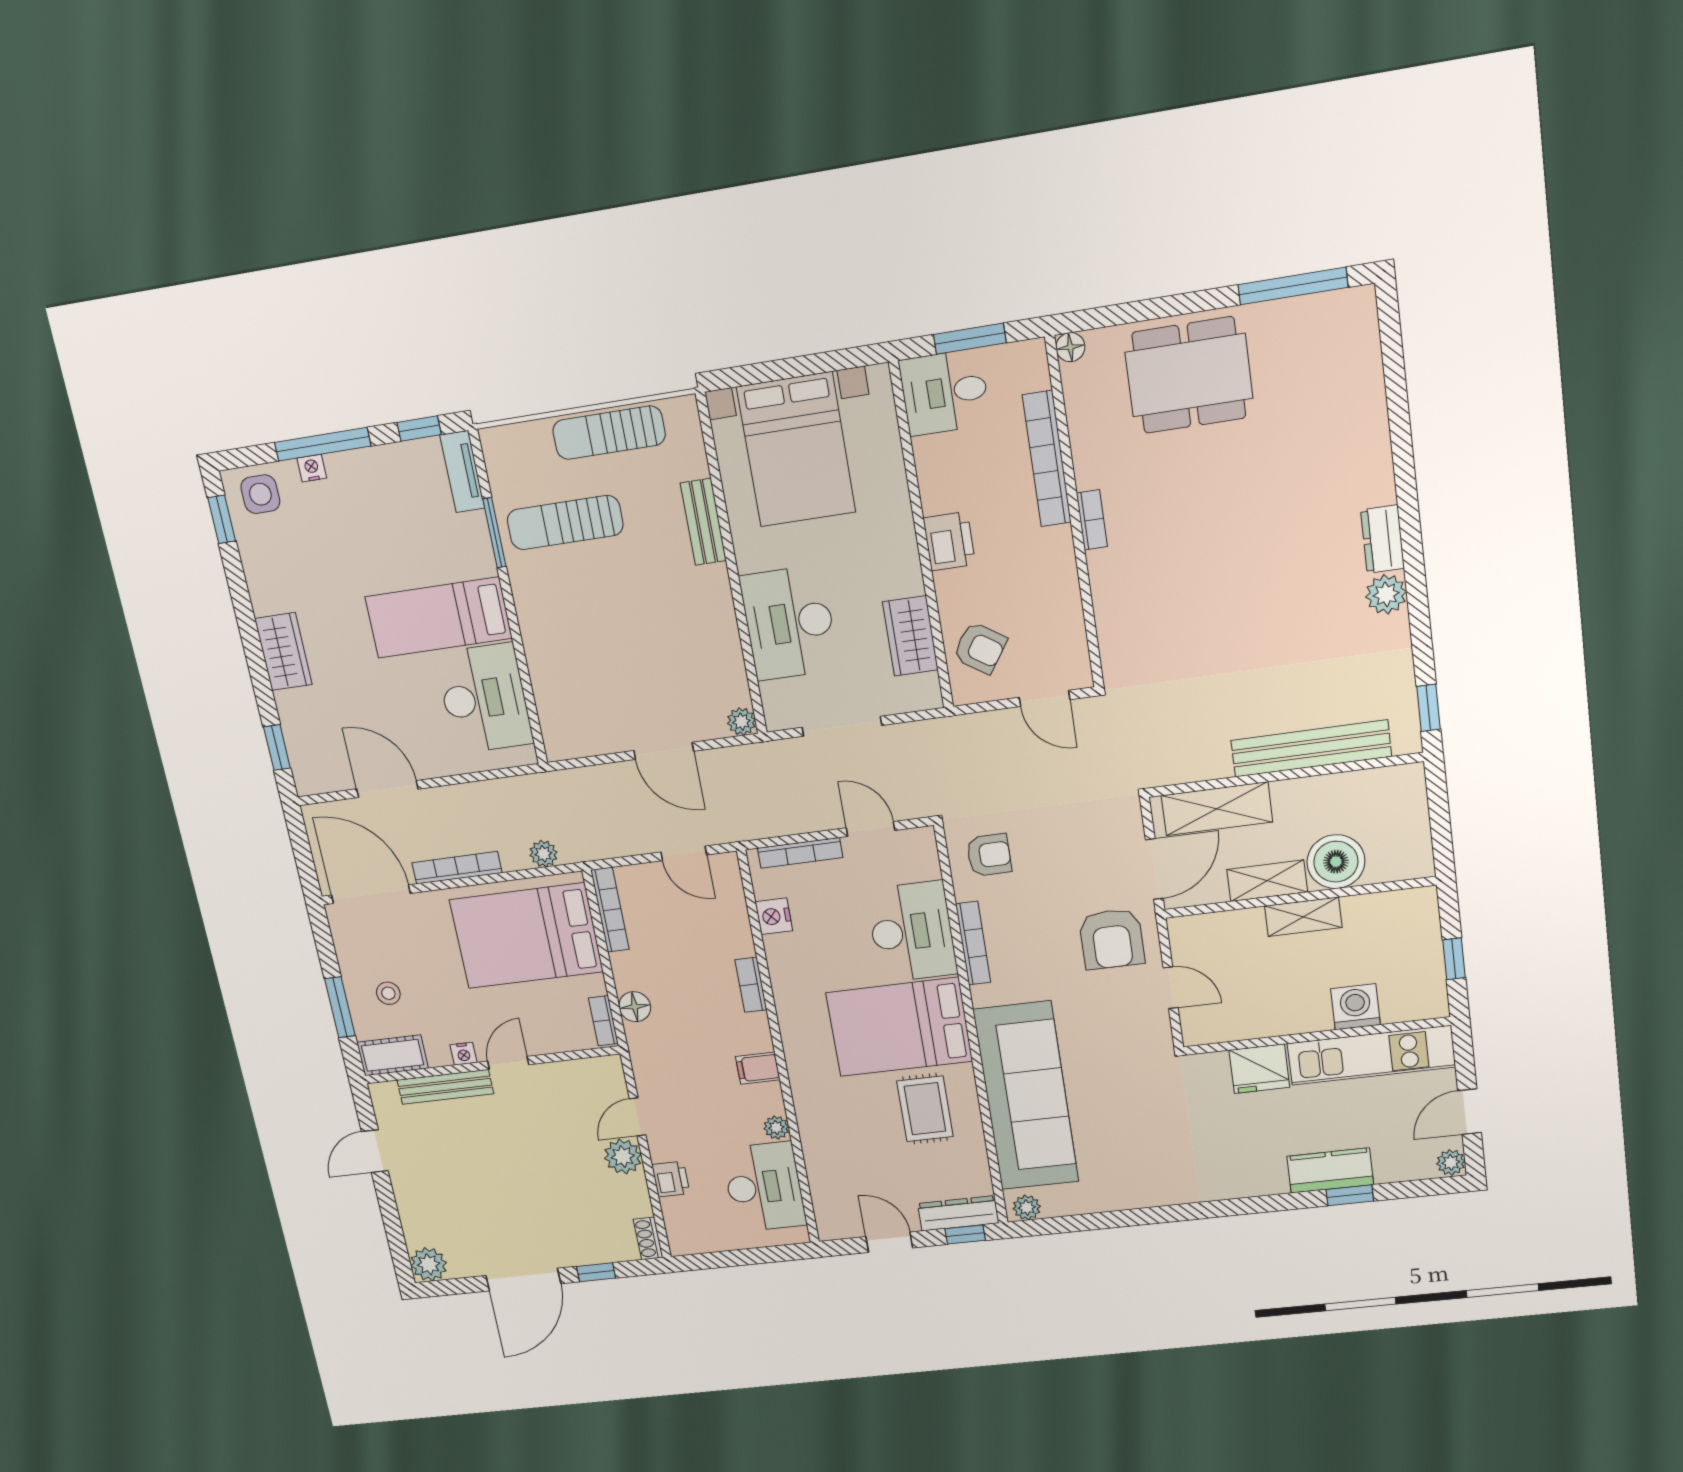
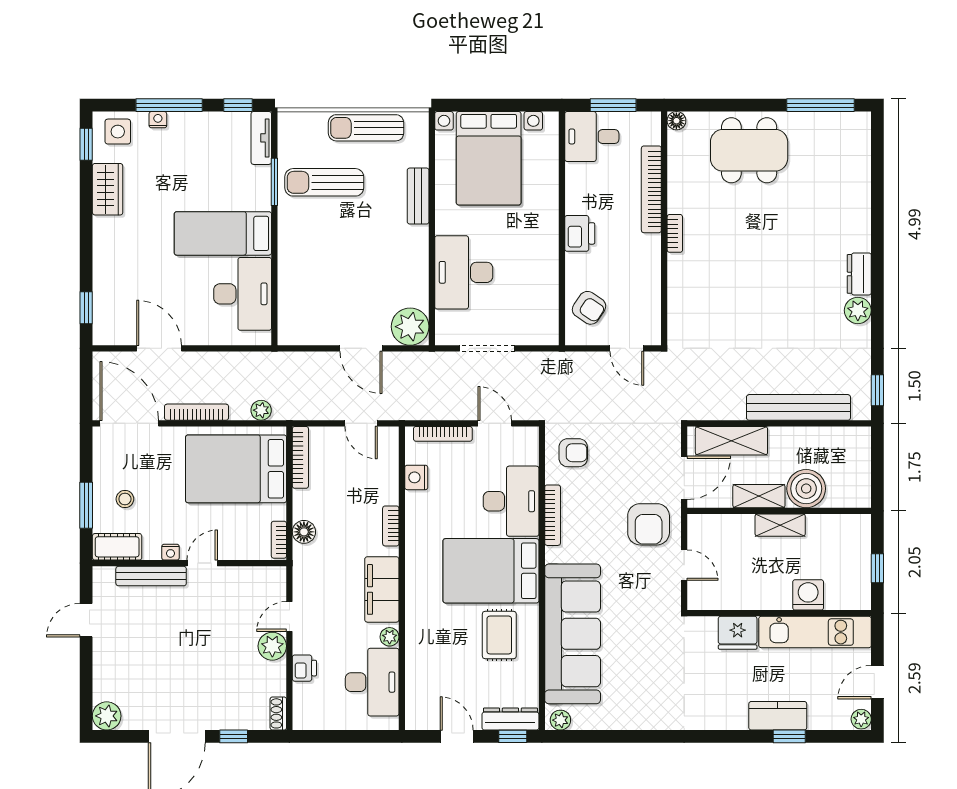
wardrobe: (910, 636) -> (544, 293), removed
wardrobe: (283, 652) -> (108, 189), moved
plant: (741, 722) -> (410, 327), width x1.88, depth x1.88
filing cabinet: (758, 1068) -> (382, 589), width x3.00, depth x1.17

